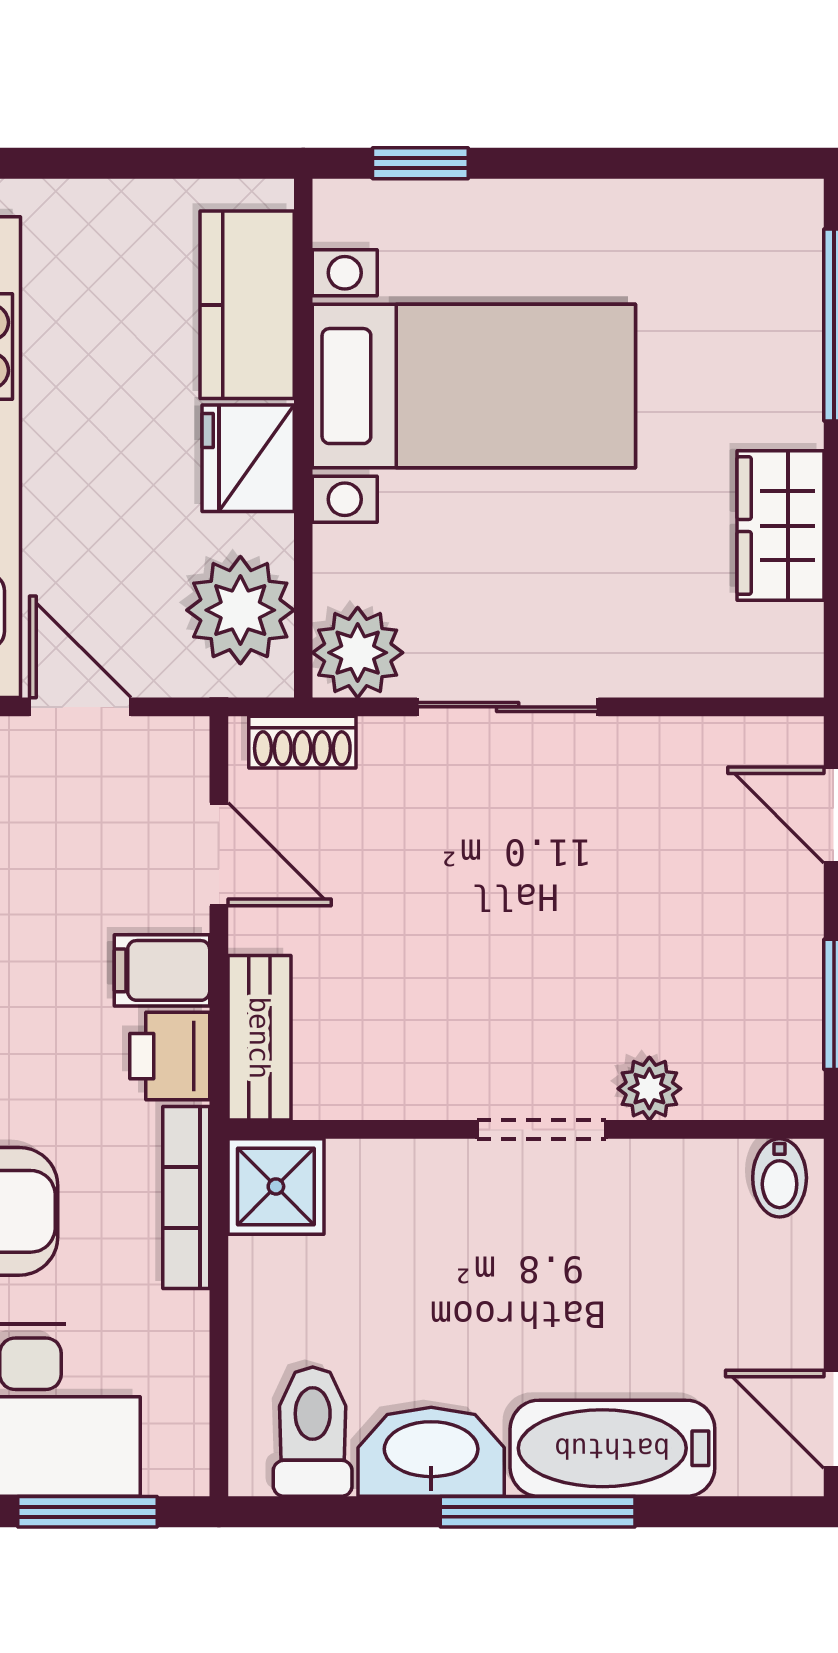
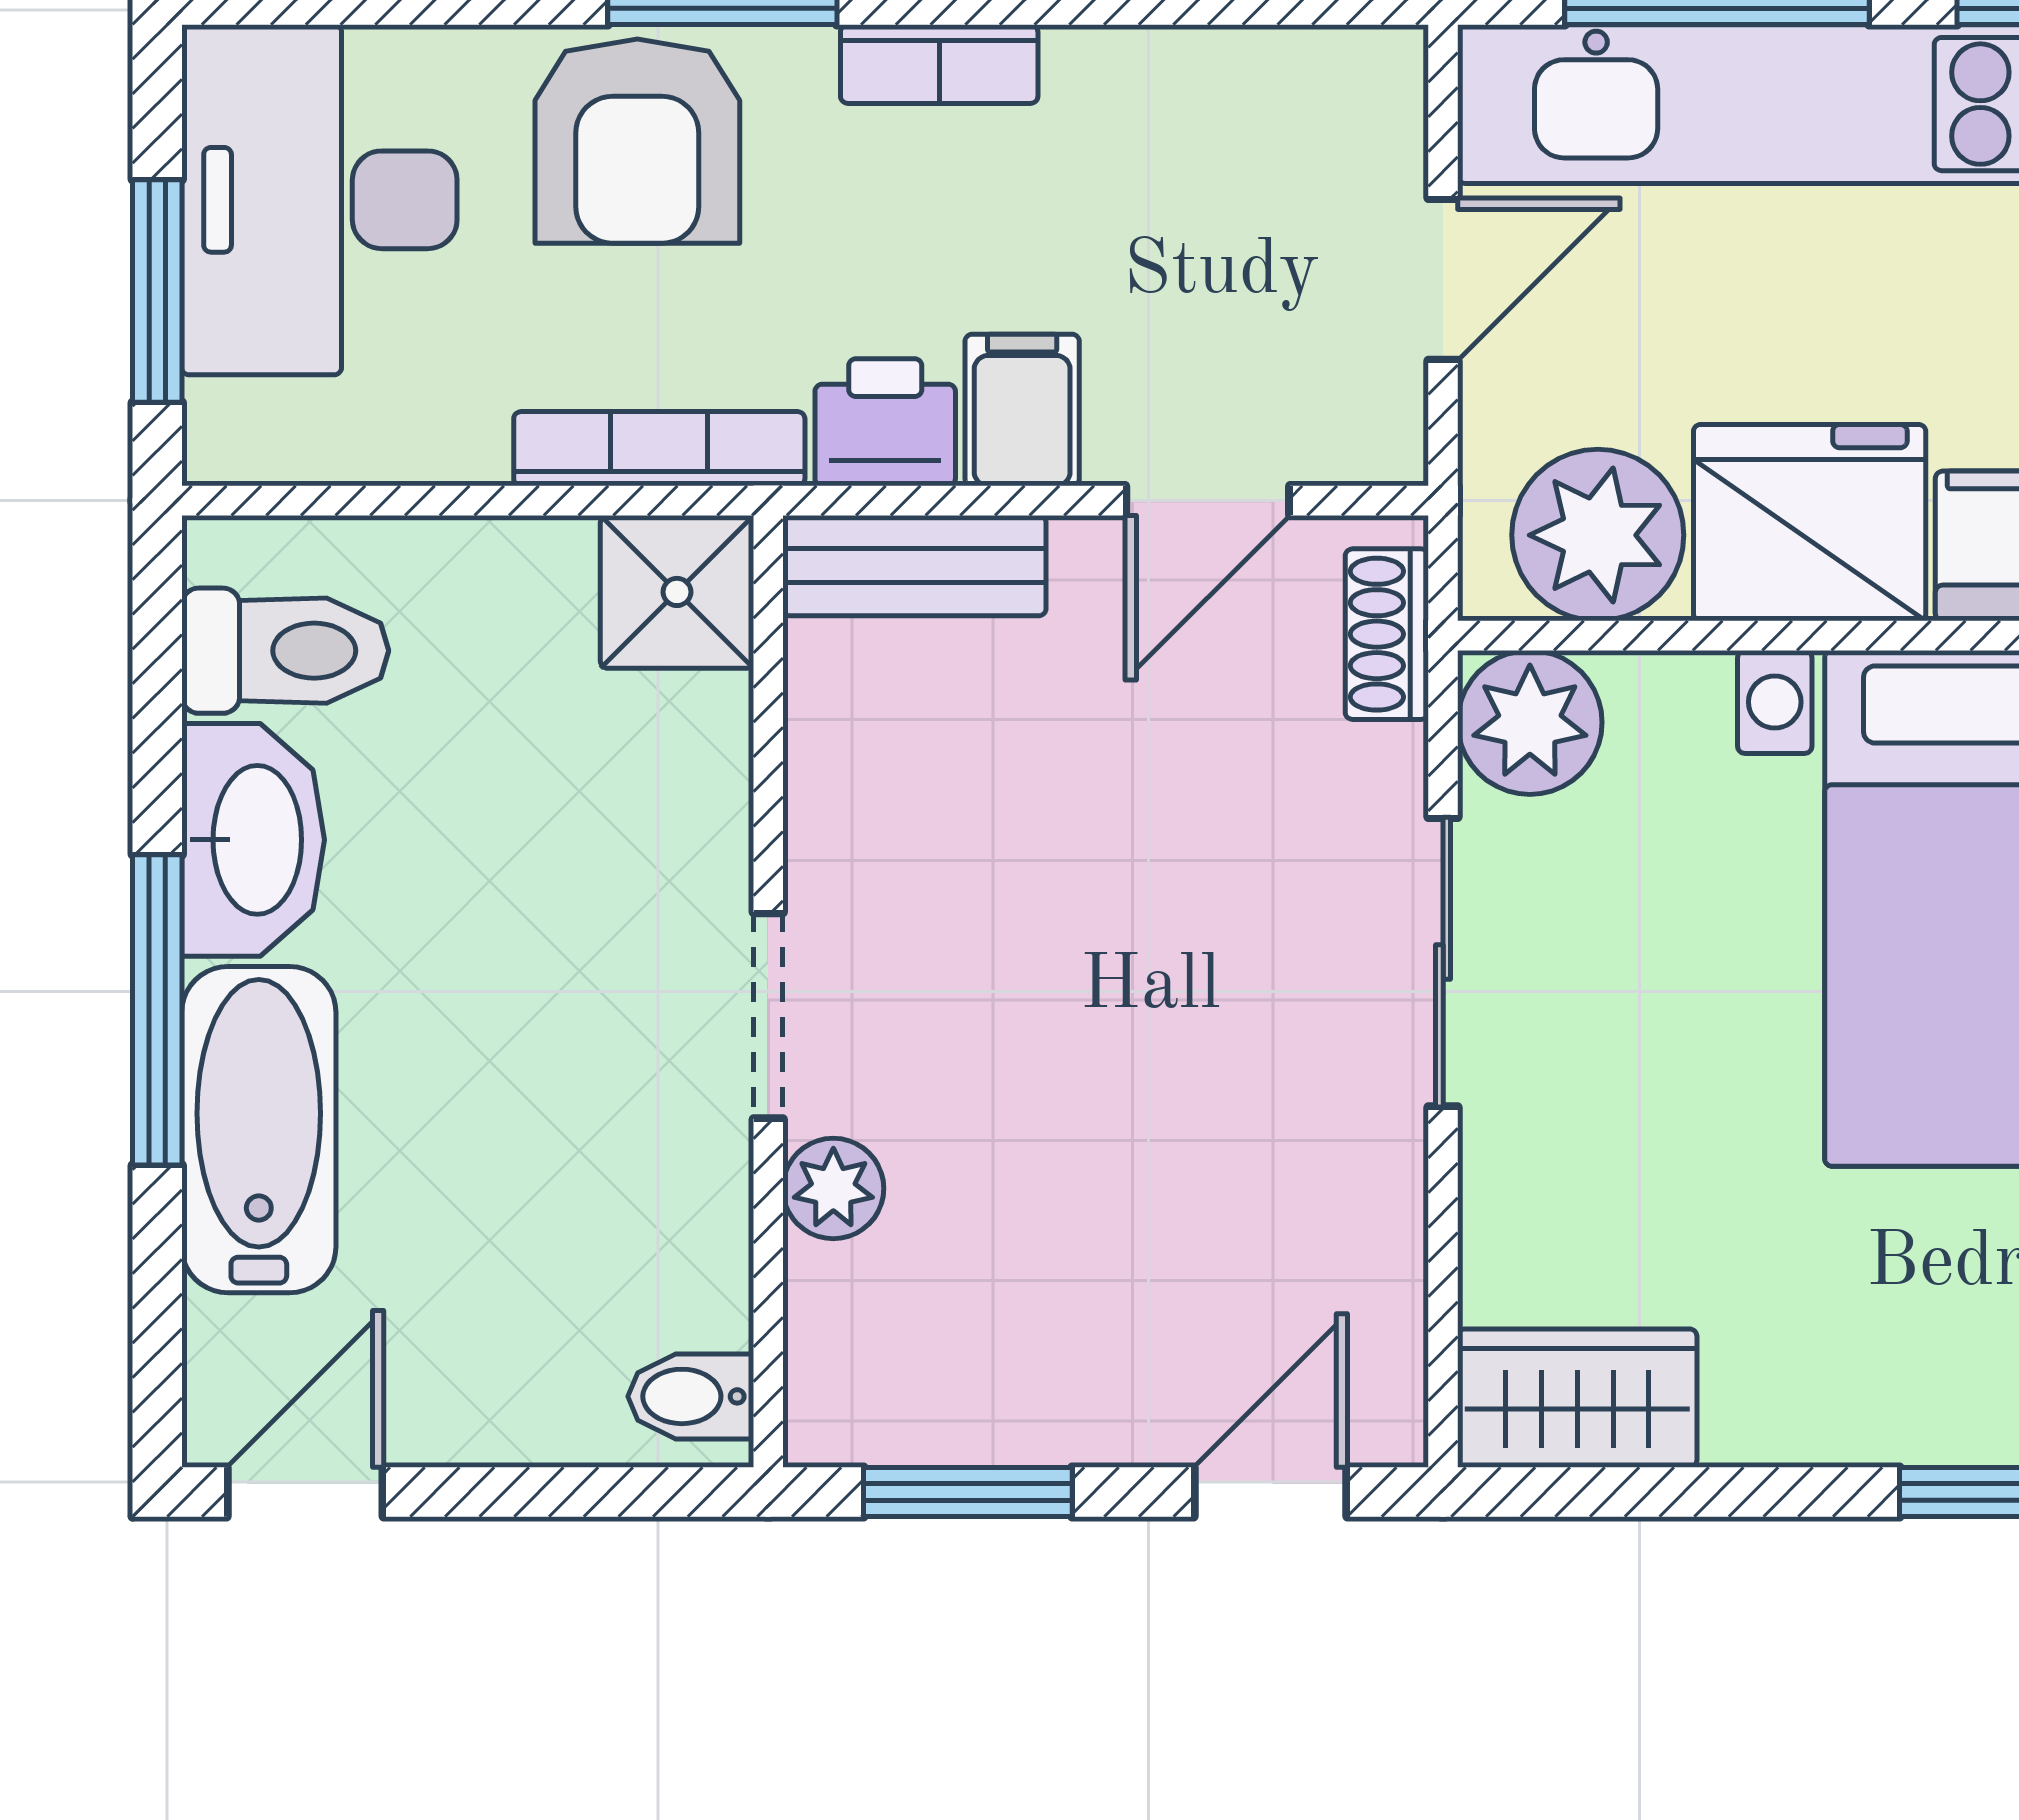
fridge: (248, 458) -> (1810, 523), width x1.36, depth x1.34
wardrobe: (781, 526) -> (1577, 1398), moved

